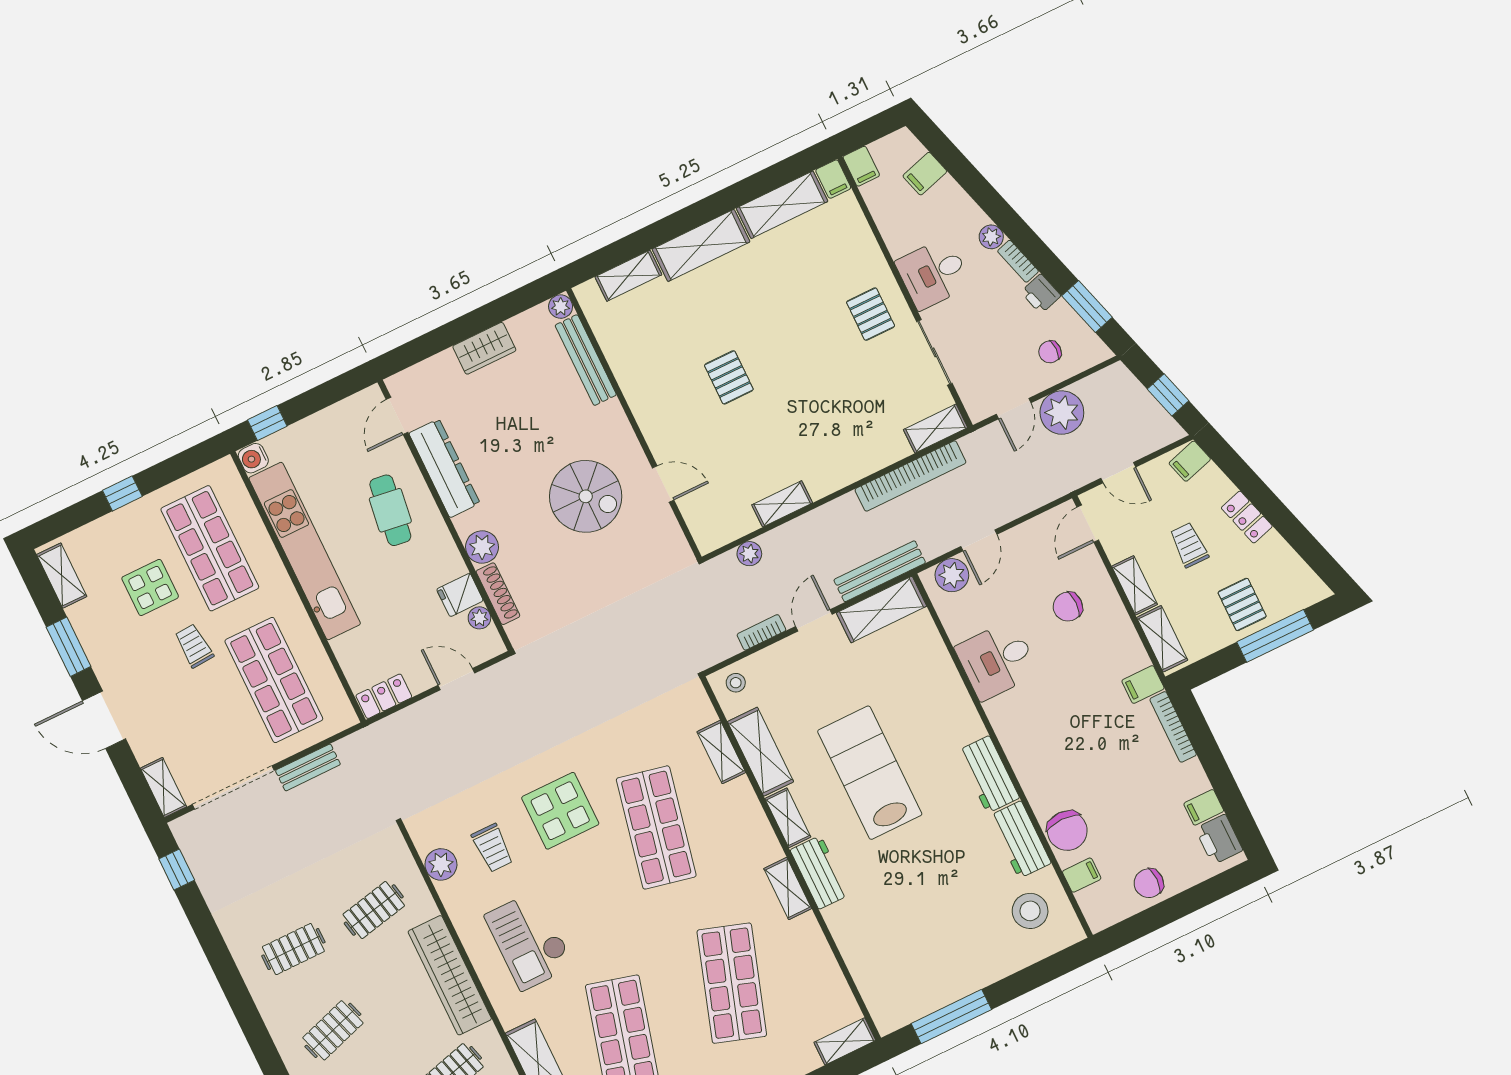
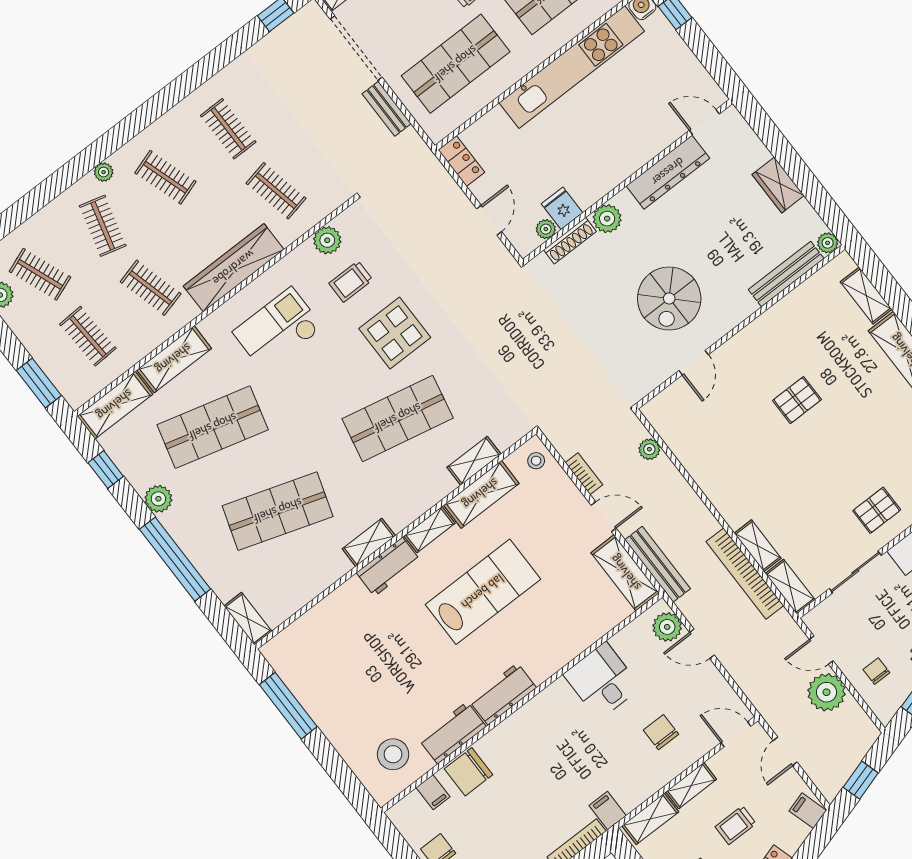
shelving: (782, 504) -> (758, 546), moved
cafe table: (390, 510) -> (622, 133), removed
trolley: (1189, 545) -> (736, 825), turned 180

